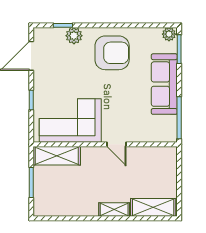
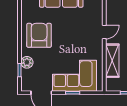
corner sofa: (70, 120) -> (74, 76), moved, turned 90
shelving: (57, 156) -> (112, 61), moved

